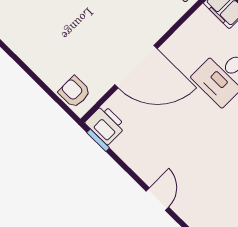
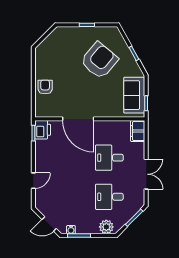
armchair: (74, 92) -> (45, 87), moved

